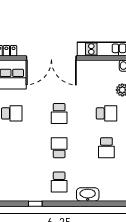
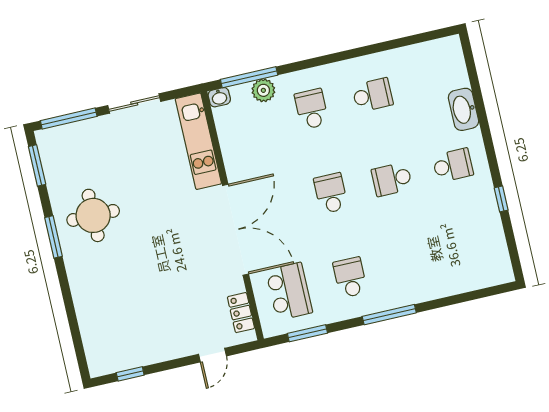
school desk: (59, 113) -> (331, 193), turned -90

